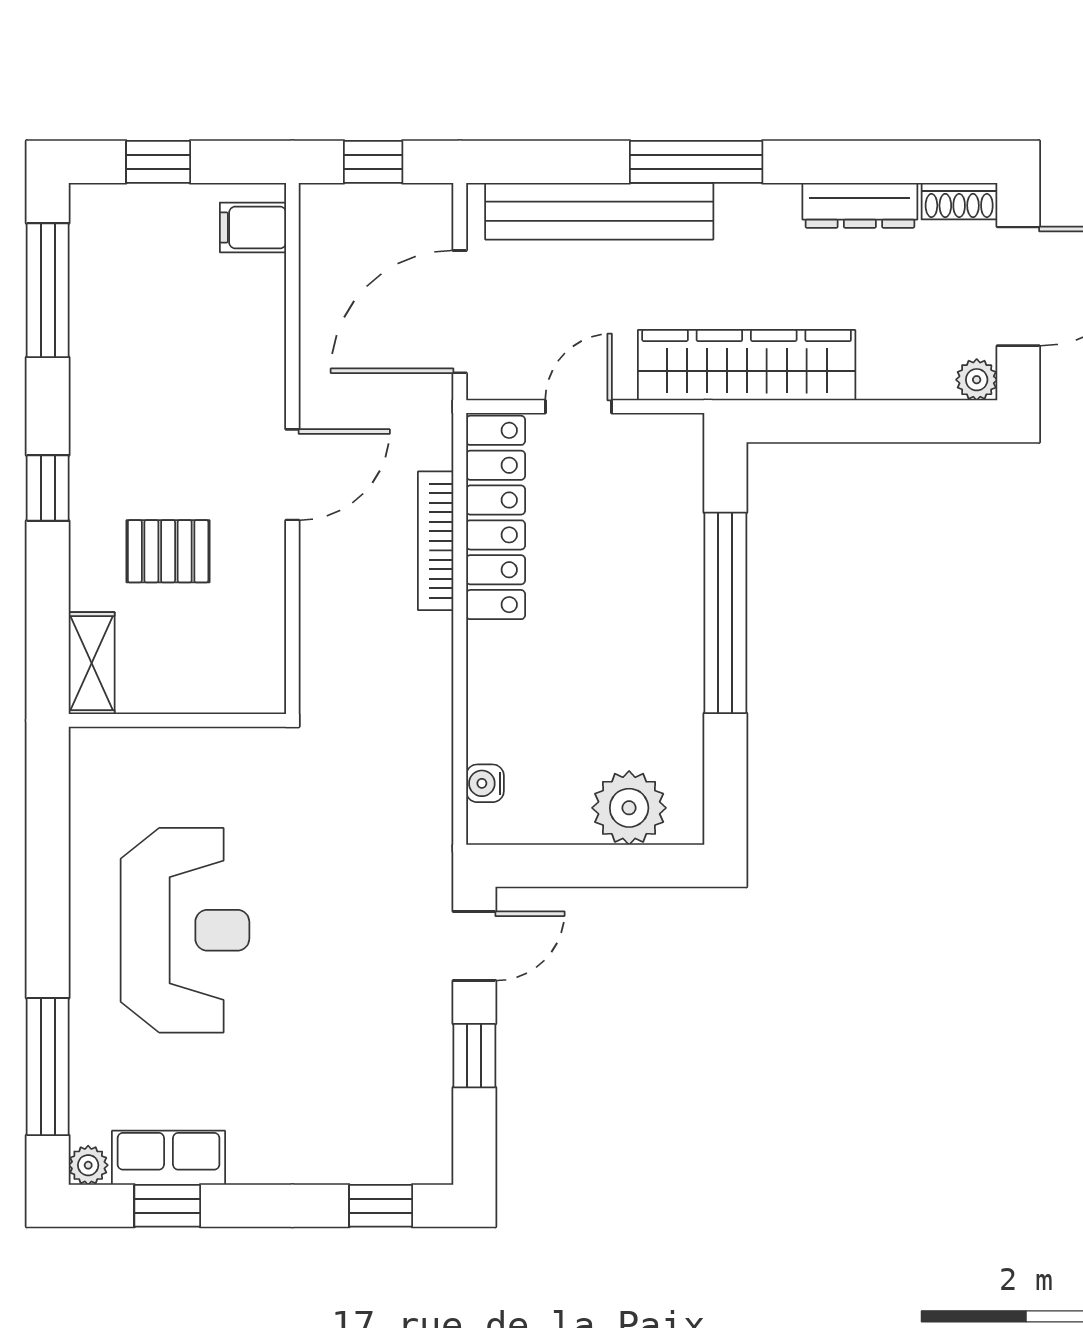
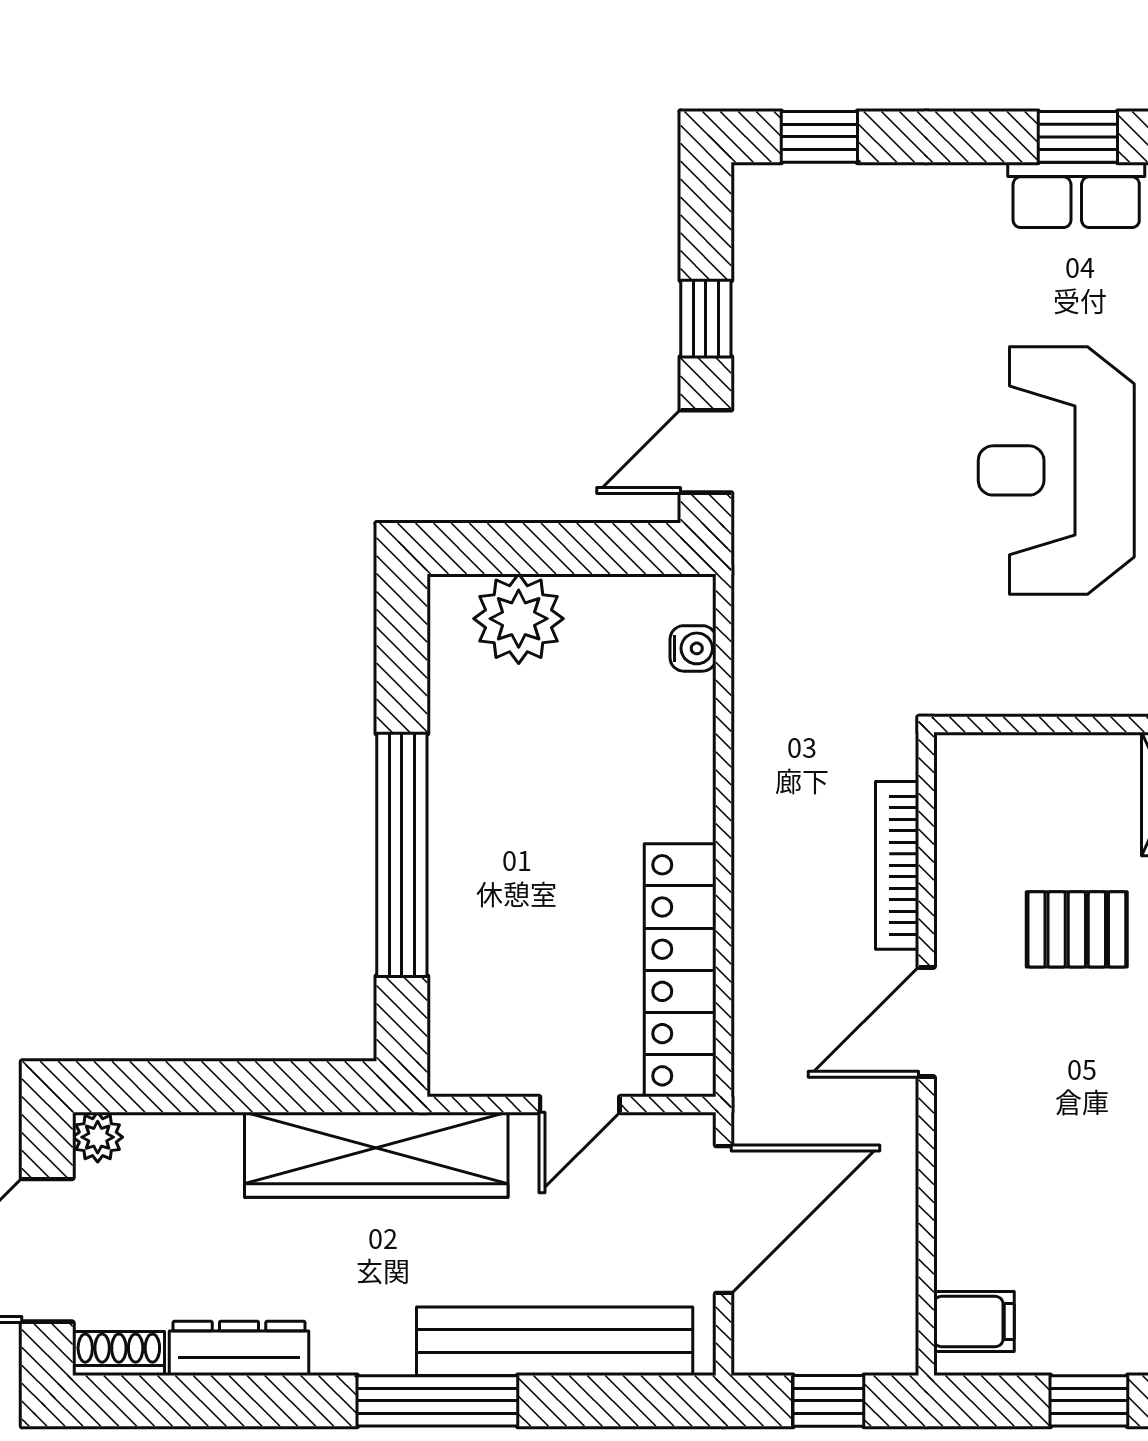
bookcase: (436, 541) -> (897, 865), moved, turned 180

